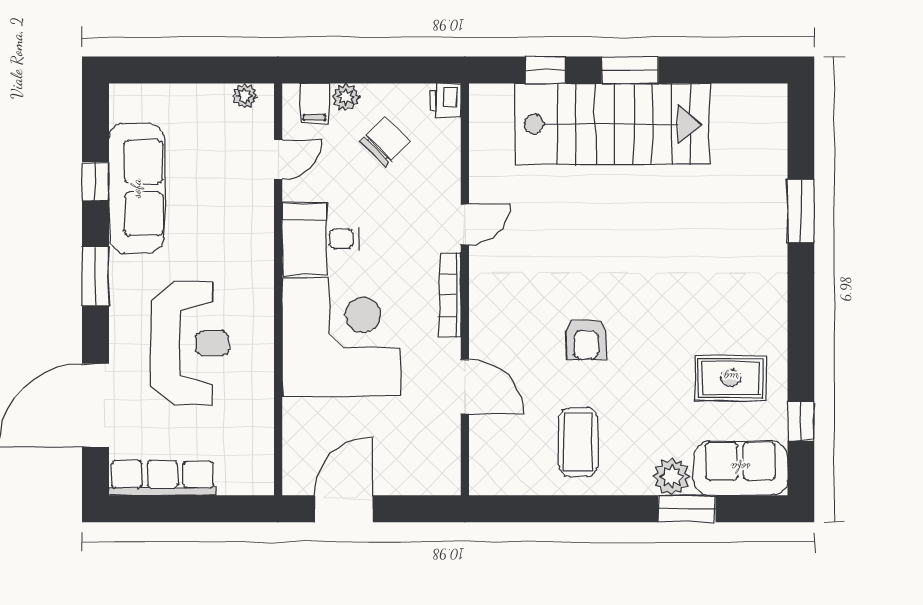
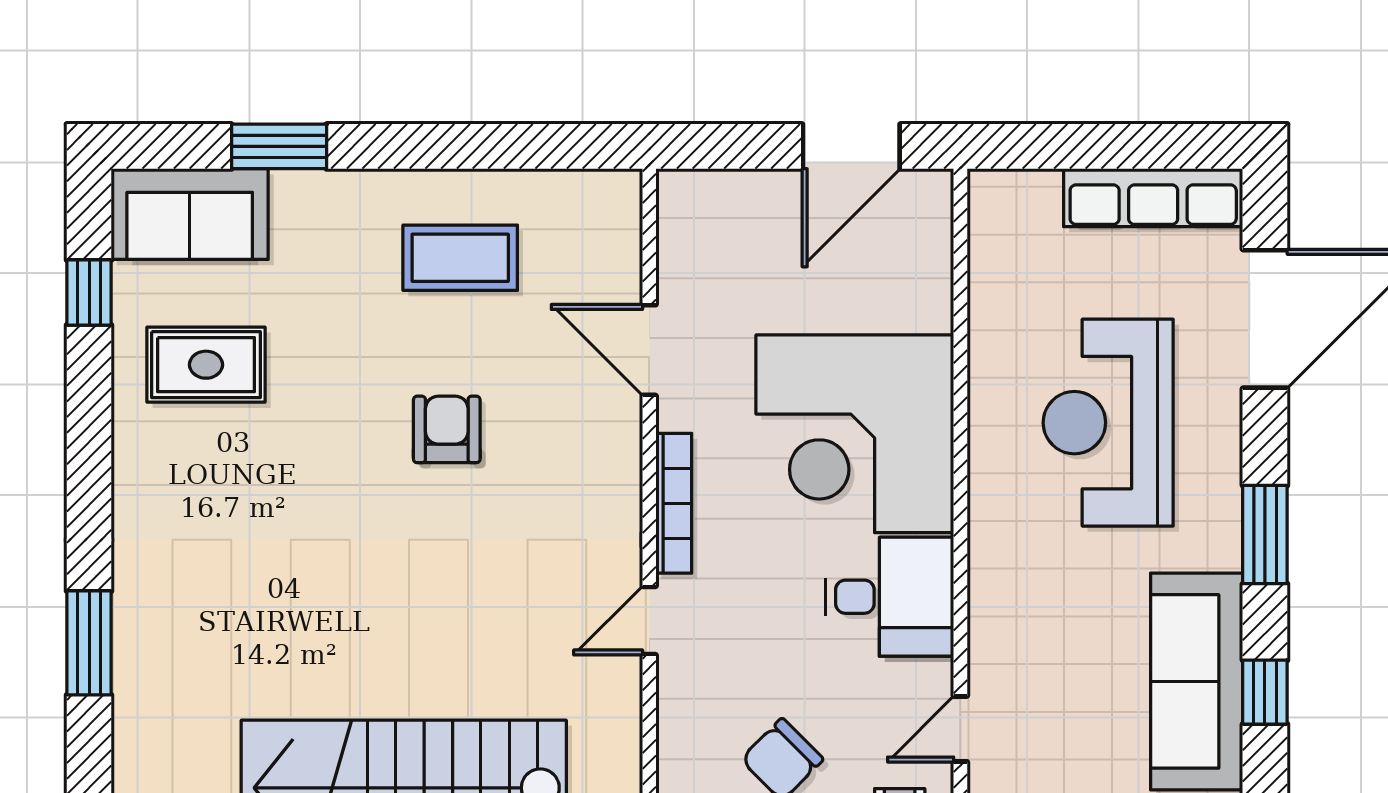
coffee table: (578, 442) -> (460, 258), turned 90
plant: (672, 477) -> (304, 200), removed

